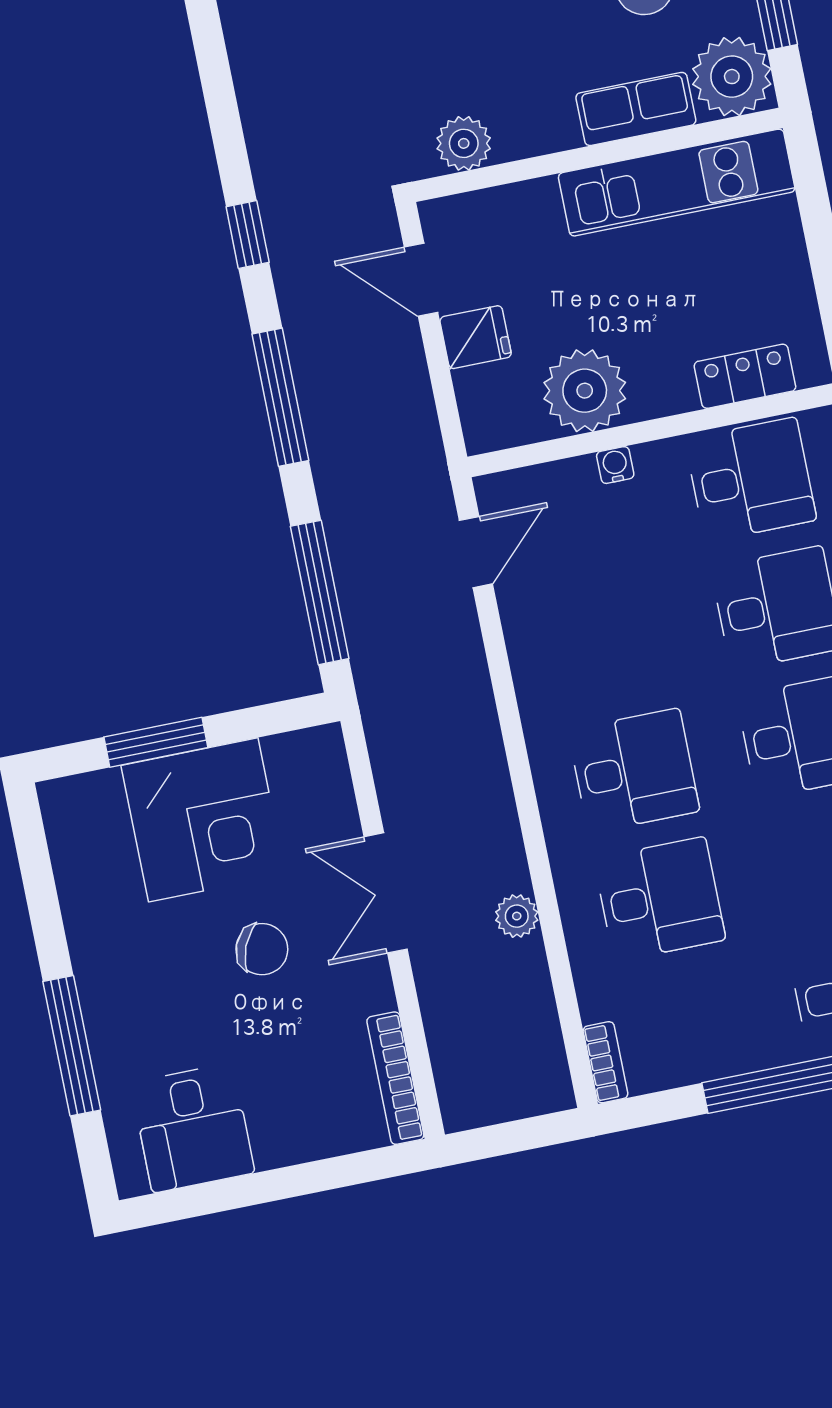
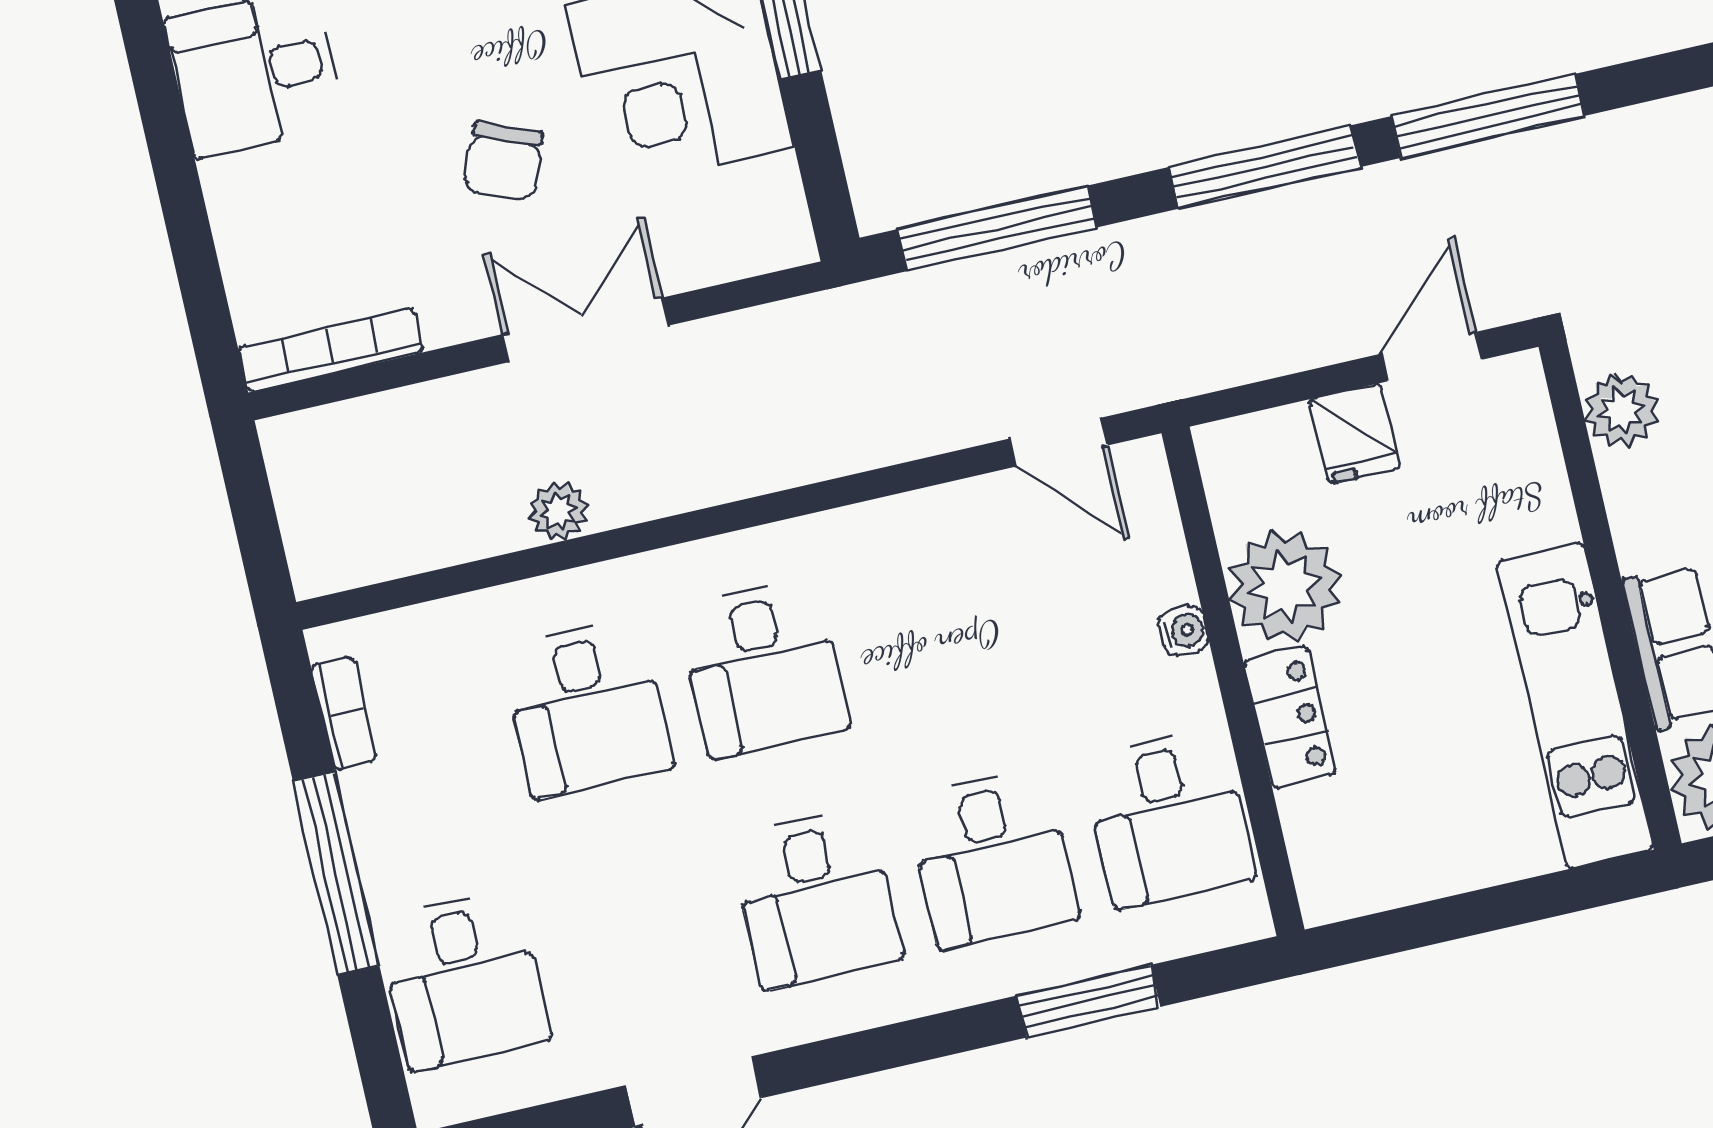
window: (248, 234) -> (1488, 116), width x2.17
locker: (745, 376) -> (1290, 717), moved
bookcase: (605, 1062) -> (344, 713), moved, turned -90

